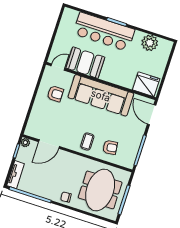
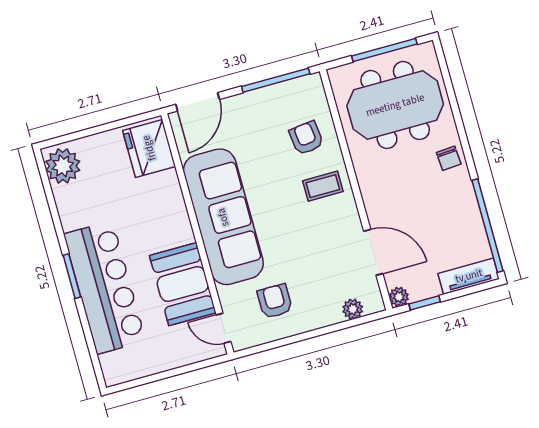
plant: (150, 43) -> (63, 166), moved
plant: (32, 122) -> (353, 309), added

